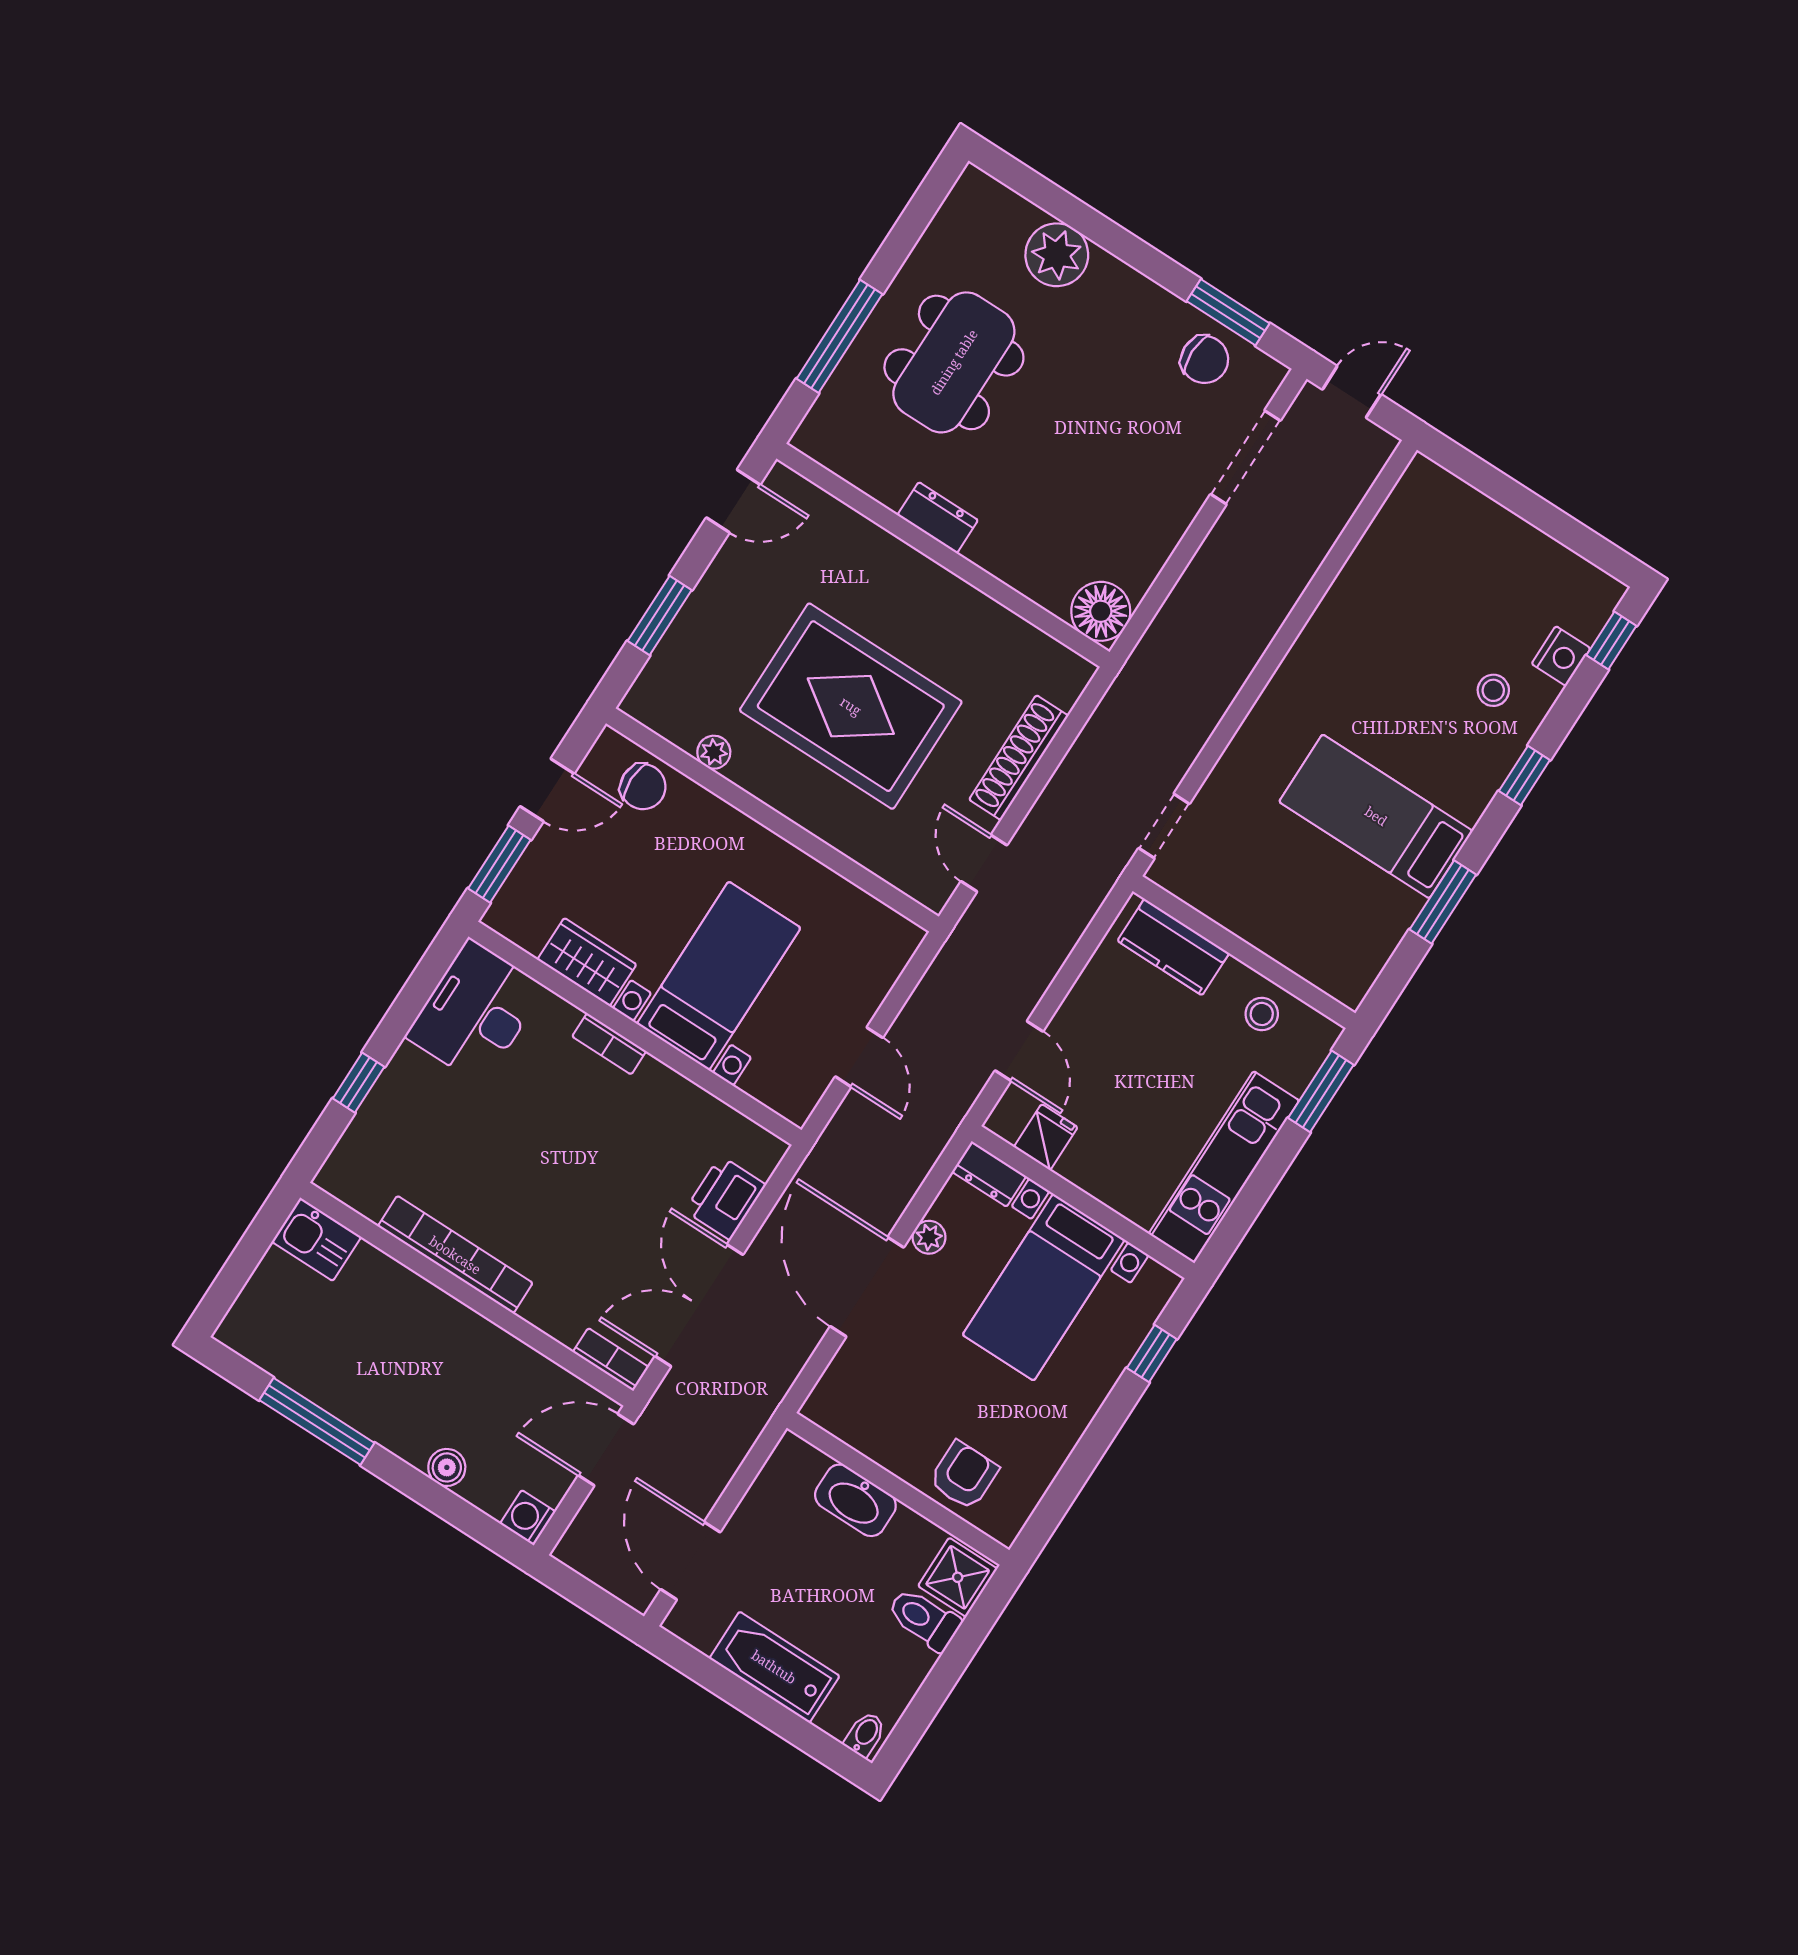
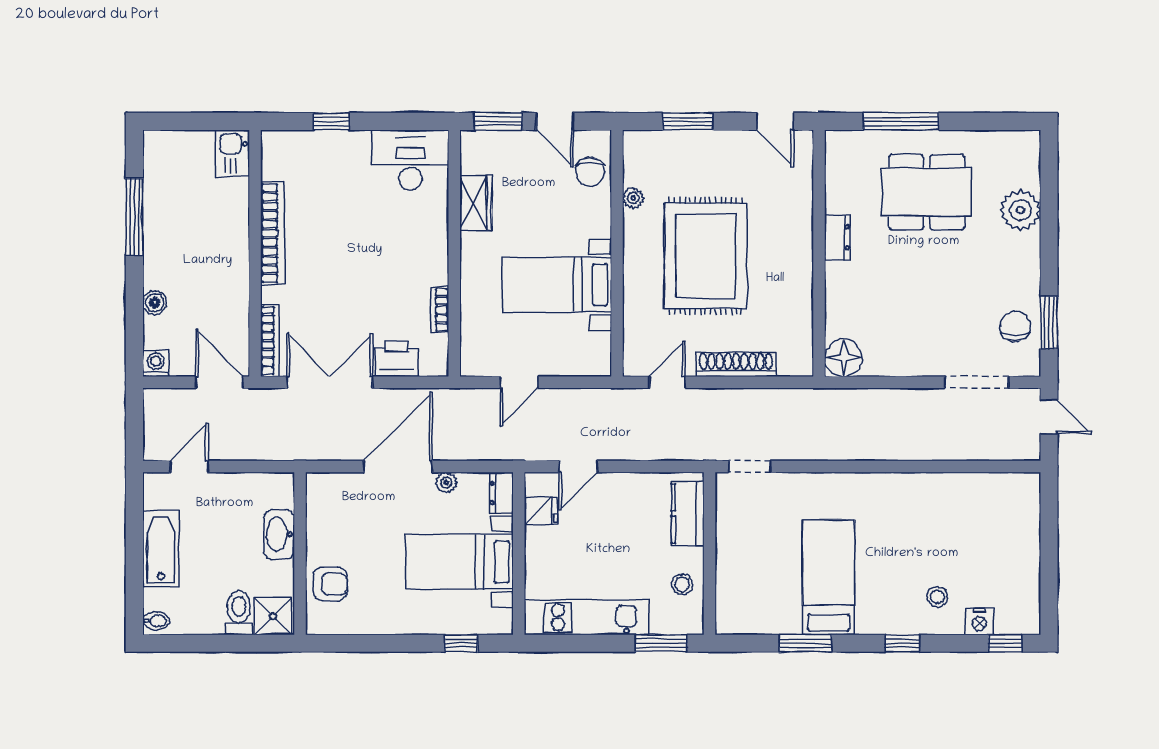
chair: (1205, 360) -> (1015, 326), turned 180
bed with nightstands: (719, 976) -> (557, 285), moved, turned 180
bookcase: (609, 1044) -> (440, 310), moved
bookcase: (611, 1359) -> (270, 341), width x1.56
door: (691, 1561) -> (189, 466), width x0.73

